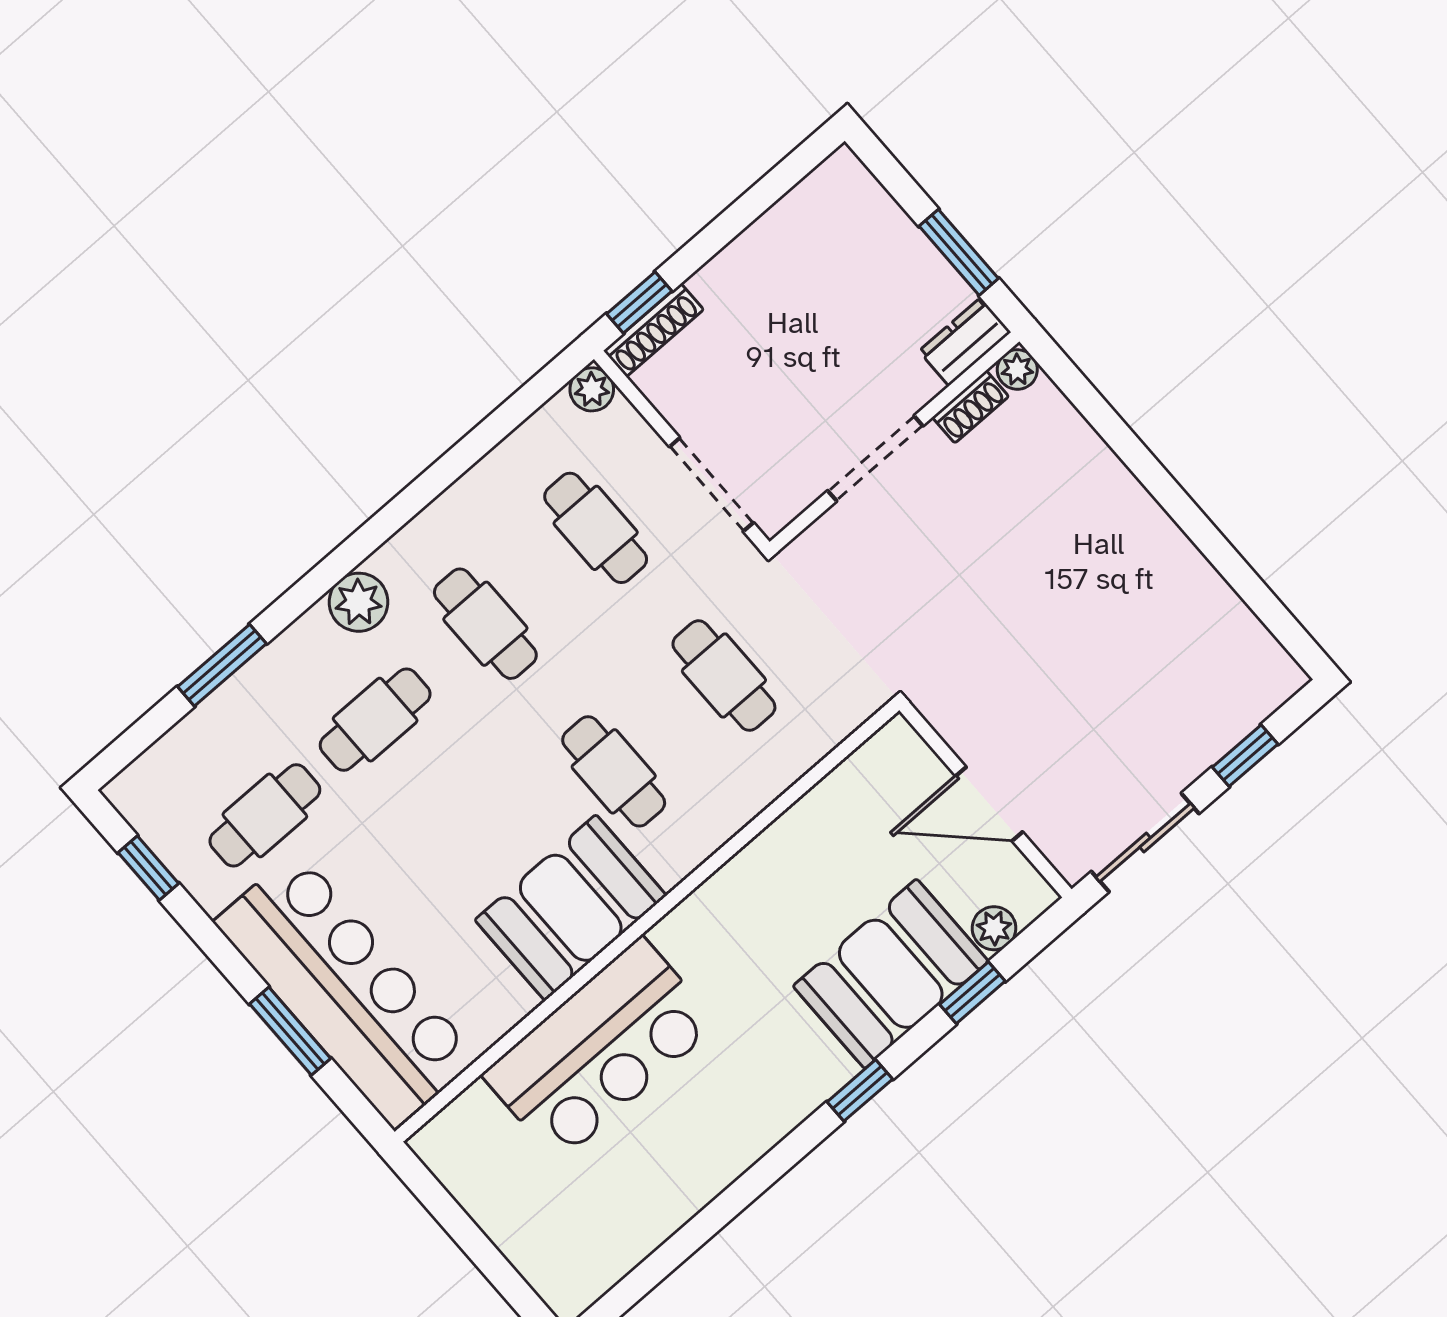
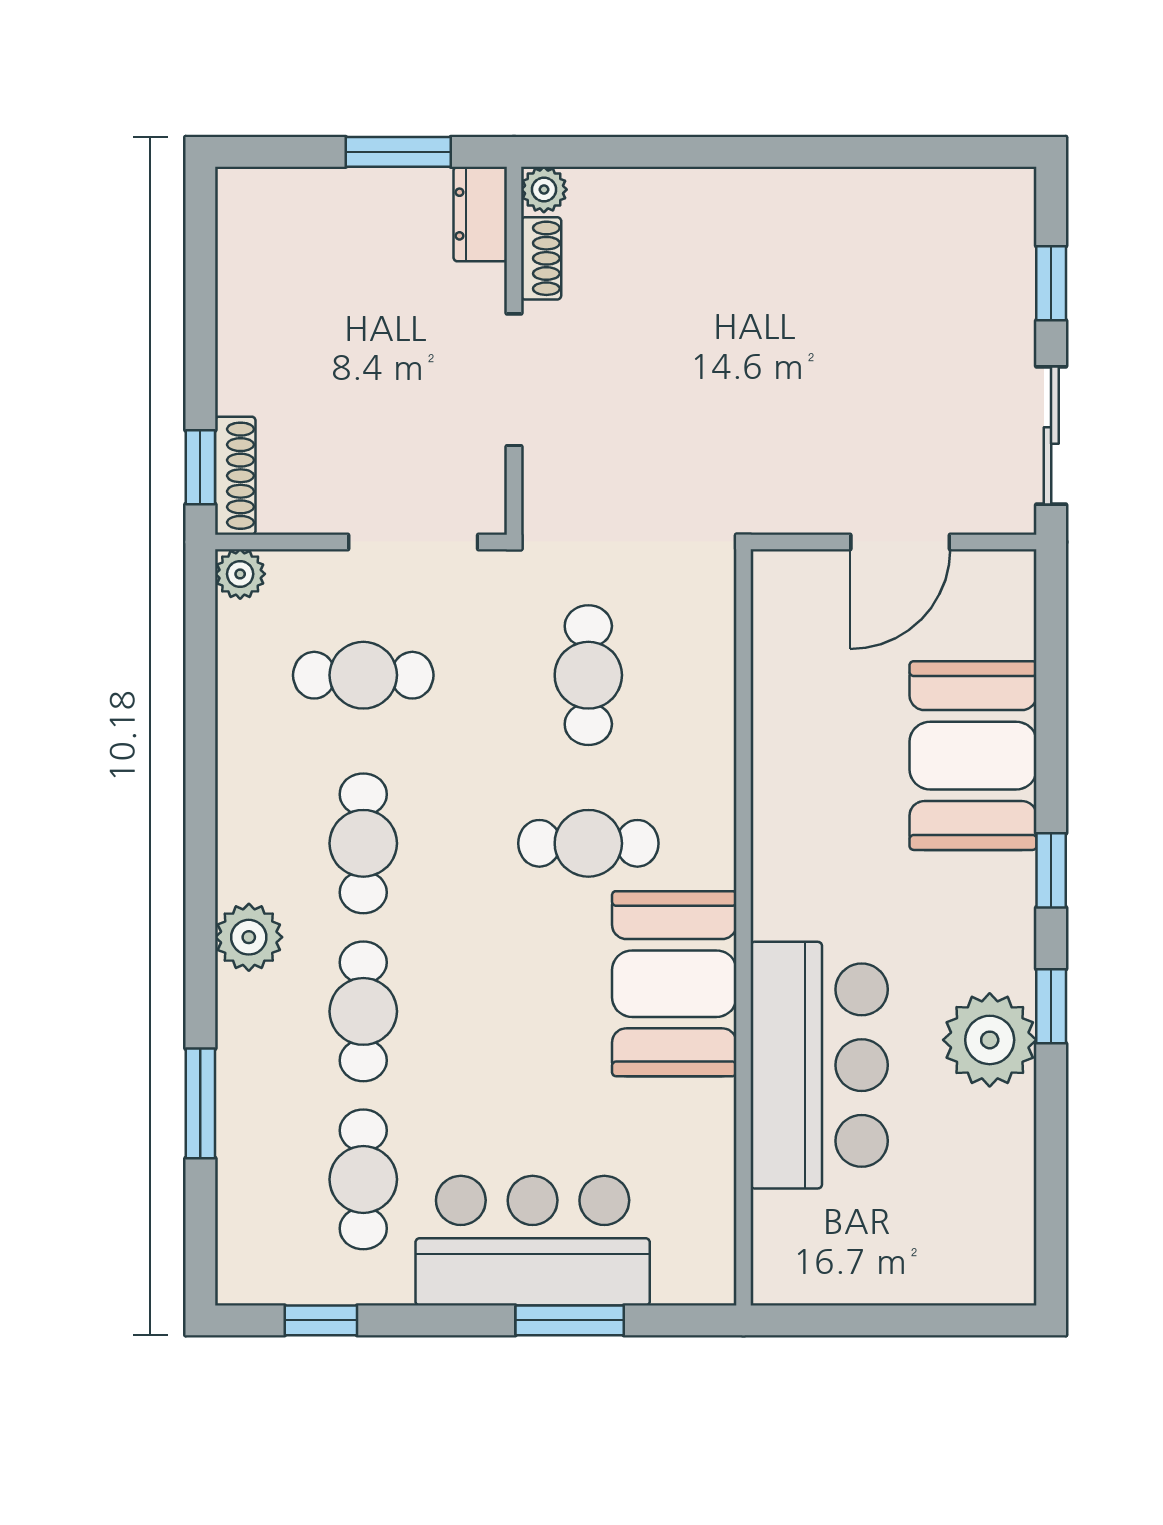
cafe table: (485, 624) -> (363, 843), turned 90
cafe table: (724, 676) -> (588, 675), turned 90
plant: (994, 928) -> (990, 1040), moved, width x1.87, depth x1.87
bar counter: (346, 989) -> (533, 1241), width x0.73
window: (972, 993) -> (1051, 1006), moved

